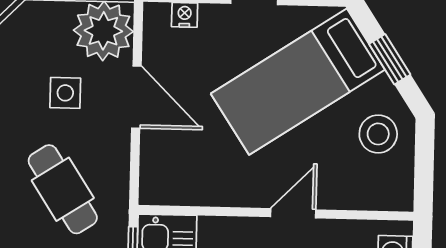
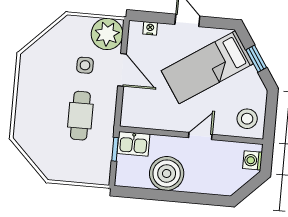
stool: (378, 134) -> (247, 119), moved
cafe table: (63, 189) -> (80, 116), turned 33

